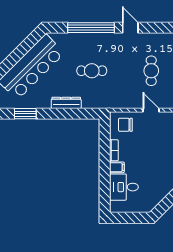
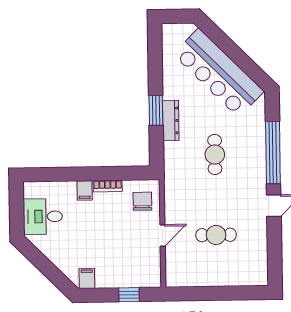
window: (25, 114) -> (156, 110), moved
desk: (124, 187) -> (43, 217), moved, turned -90

